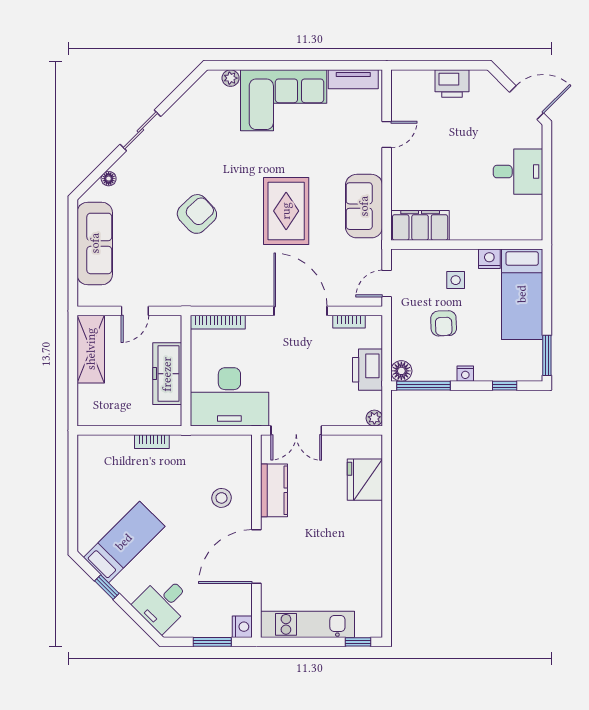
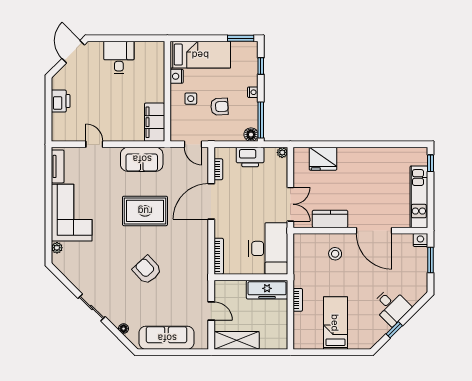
freezer: (167, 374) -> (267, 290), moved
bed: (124, 542) -> (335, 323), moved, turned 45
desk: (163, 604) -> (391, 306), moved

